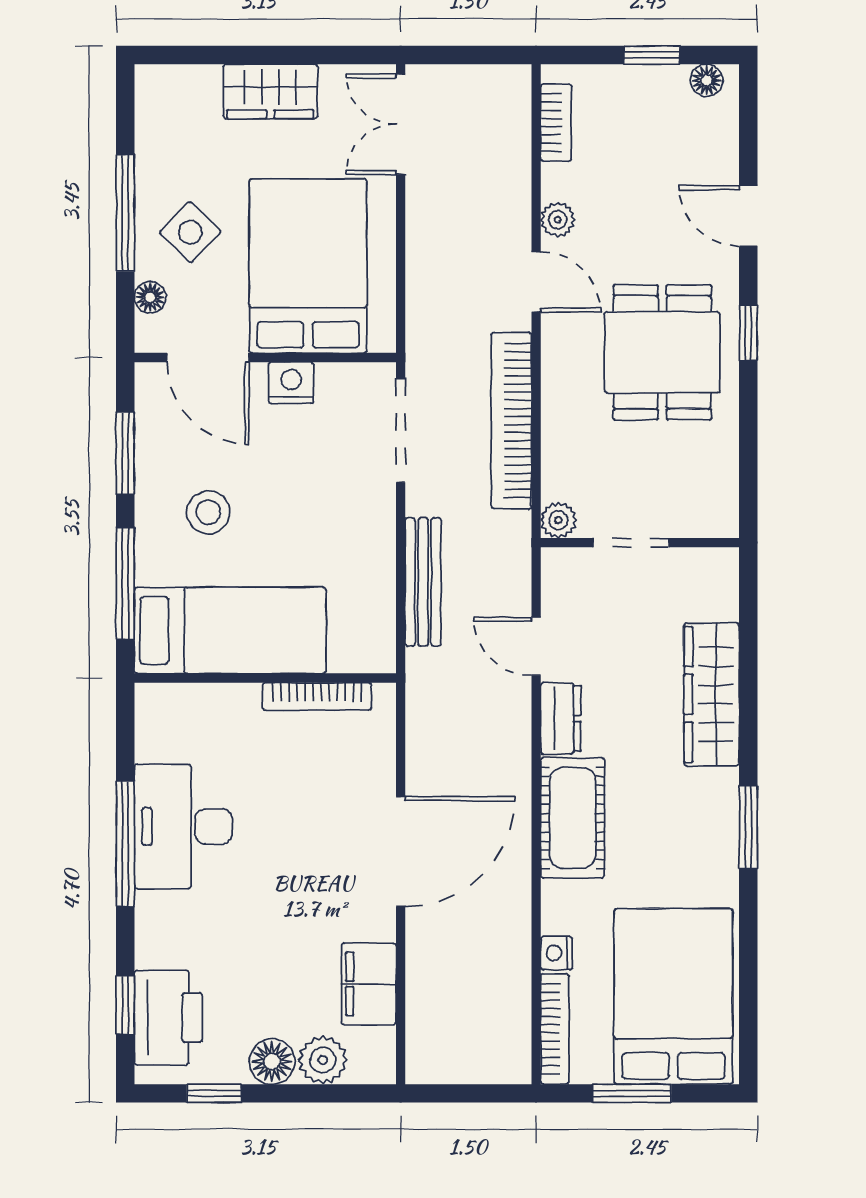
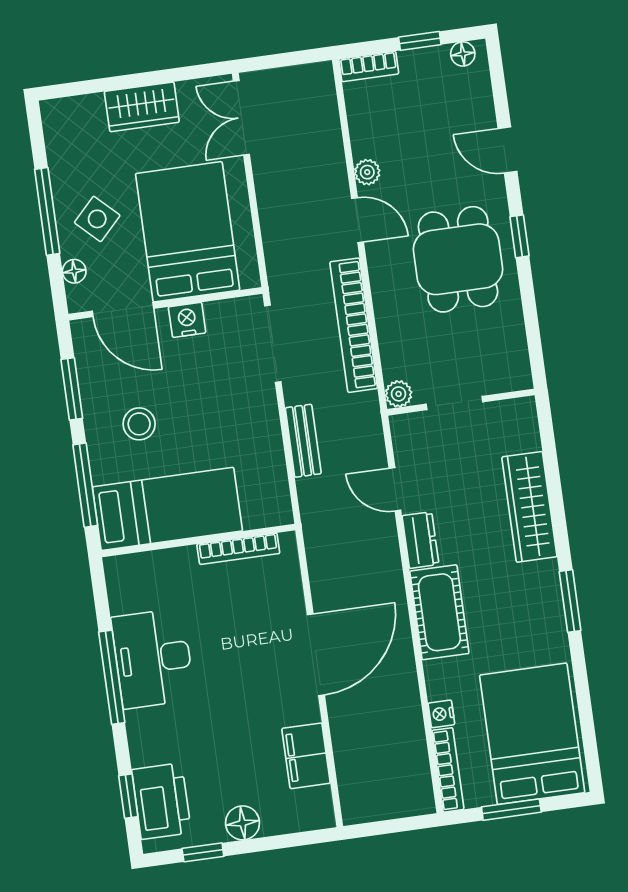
bookcase: (556, 123) -> (369, 66), moved, turned 90
bench: (423, 582) -> (303, 441), width x0.73
plant: (323, 1060) -> (280, 817), removed

